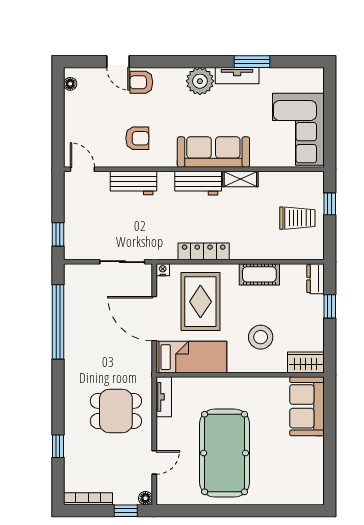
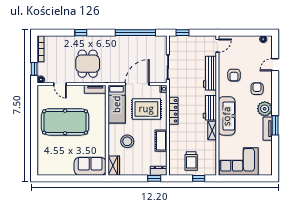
window: (252, 62) -> (275, 125), moved
armchair: (141, 82) -> (257, 89), moved
workbench: (133, 183) -> (210, 73), width x1.37
window: (330, 306) -> (154, 178), moved
window: (58, 446) -> (81, 33), moved

